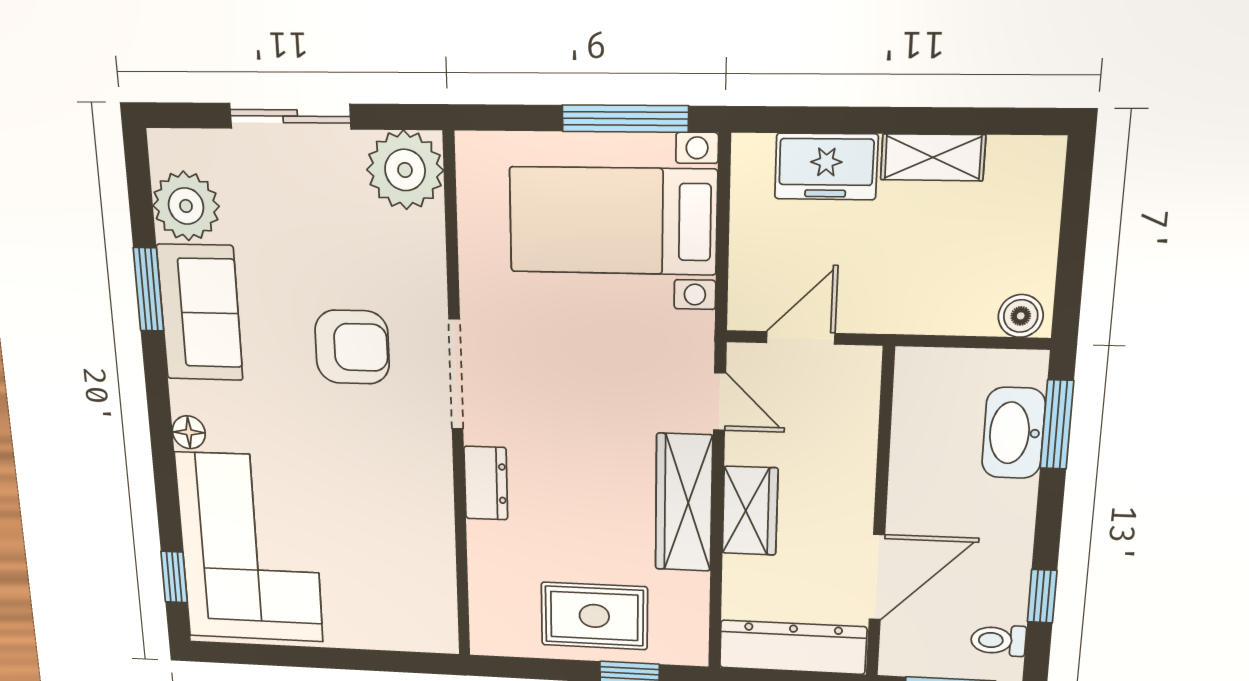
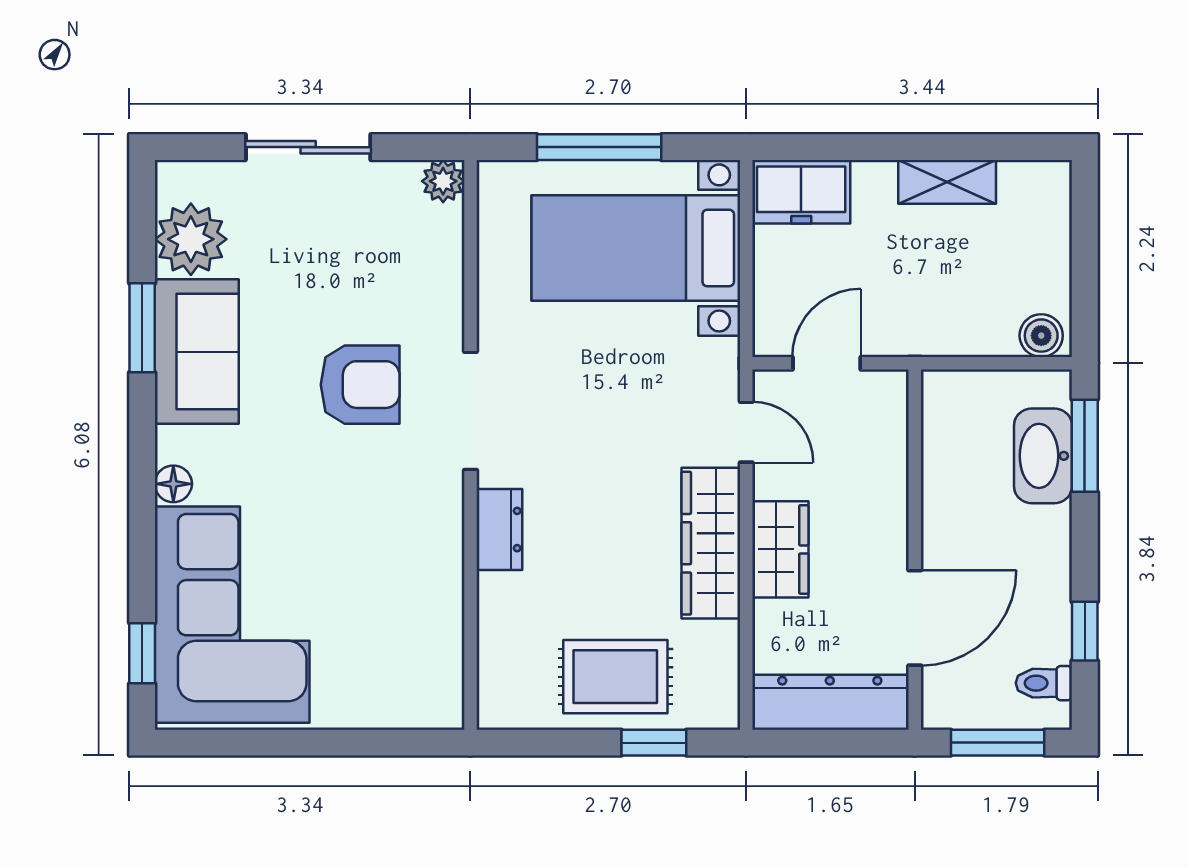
window: (625, 119) -> (599, 147), moved
freezer: (826, 167) -> (801, 192), moved
plant: (405, 170) -> (443, 181), width x0.53, depth x0.53

